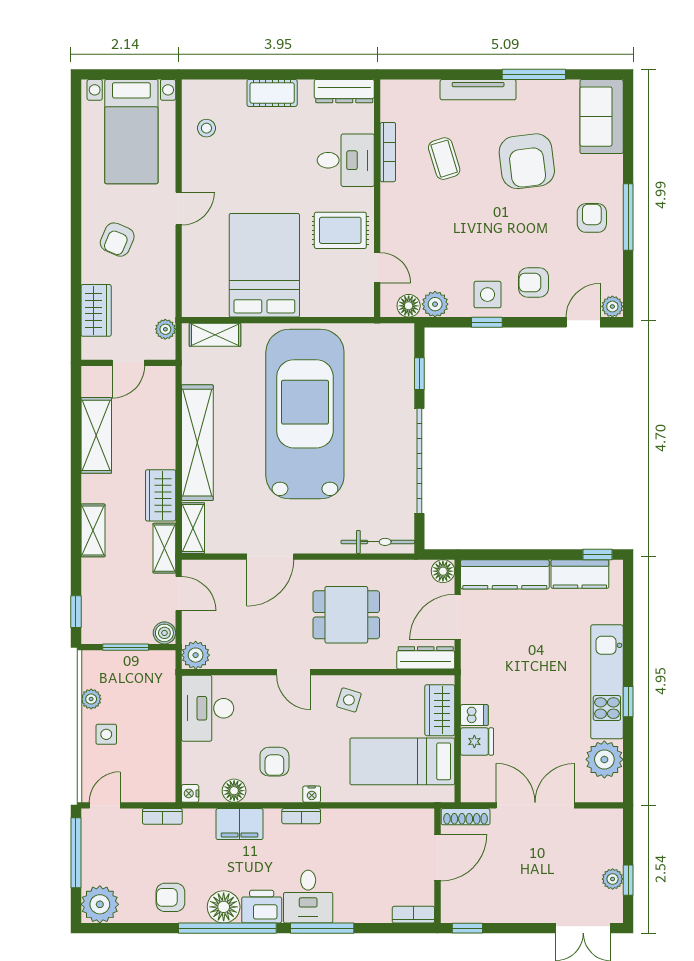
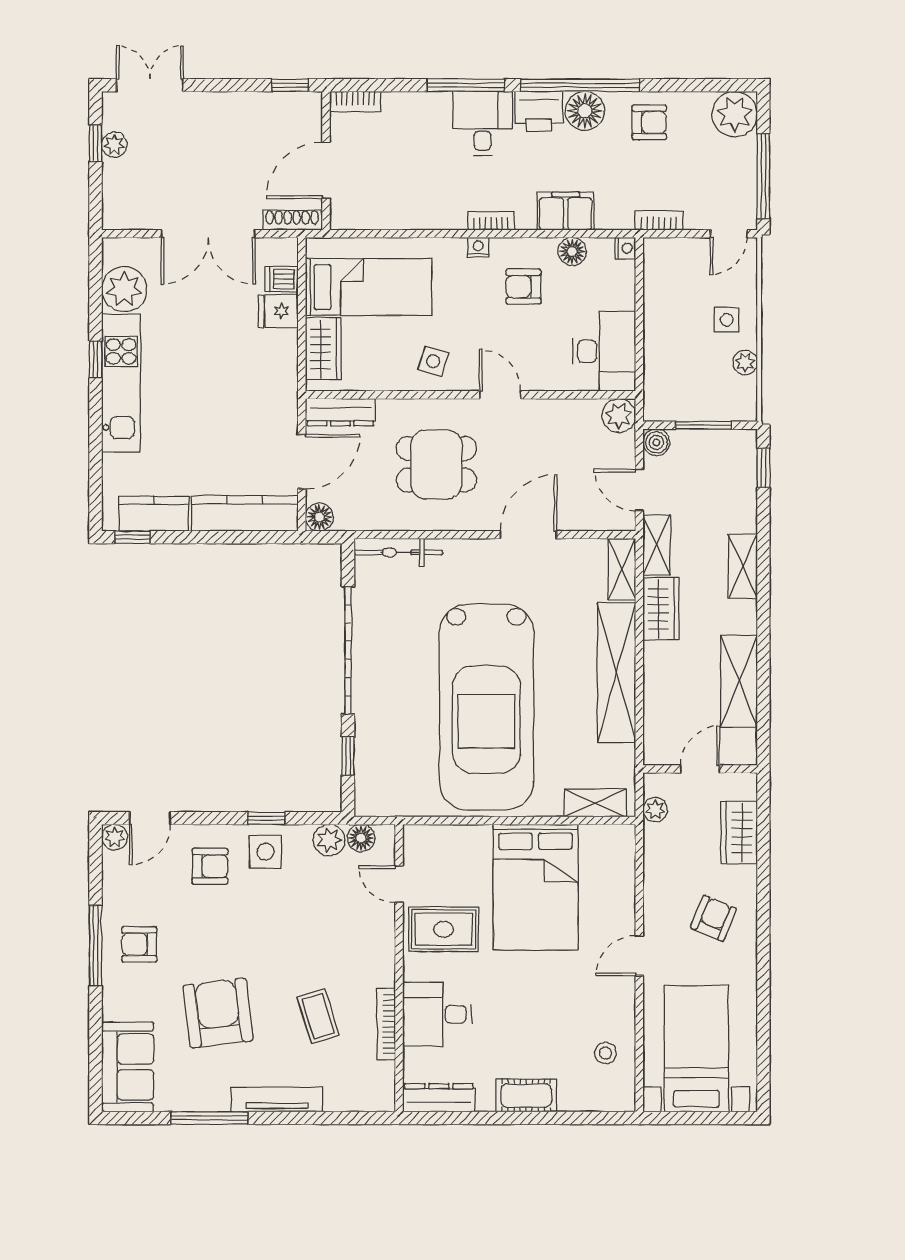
armchair: (592, 218) -> (139, 944), turned 90
dishwasher: (474, 715) -> (282, 279), moved
armchair: (274, 762) -> (523, 287), turned -90

